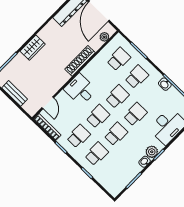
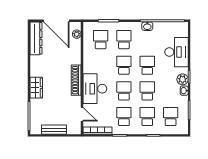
shoe rack: (80, 61) -> (76, 80), moved
desk: (80, 90) -> (95, 89), width x1.37
school desk: (114, 171) -> (171, 117), added

